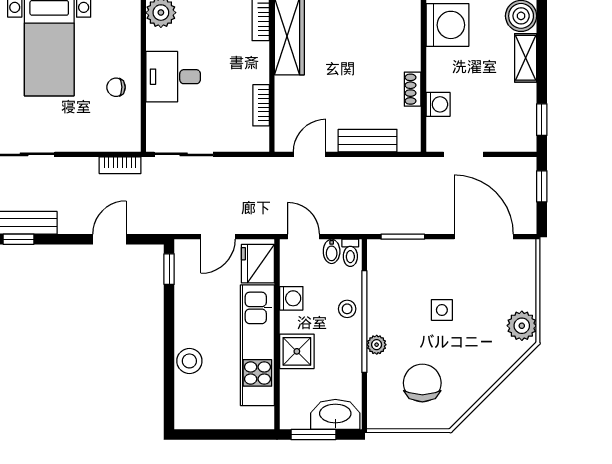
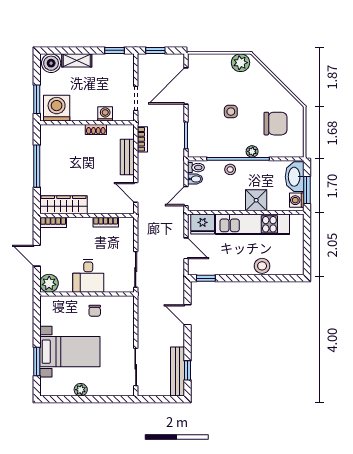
bookcase: (120, 165) -> (142, 139), moved
washing machine: (291, 298) -> (297, 200), moved, turned -90
chair: (422, 383) -> (275, 124), turned 180

